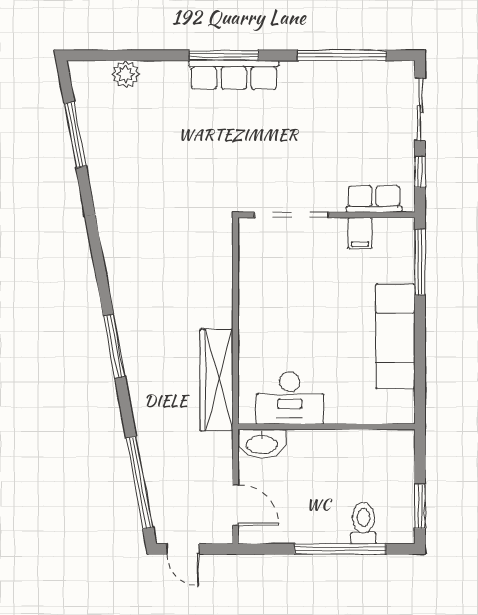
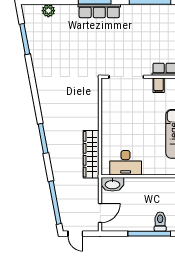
door: (235, 505) -> (100, 213), hinge flipped

